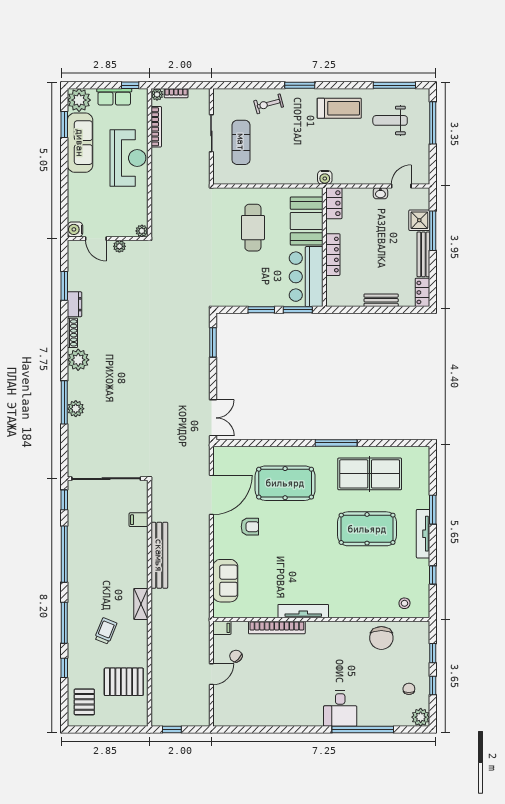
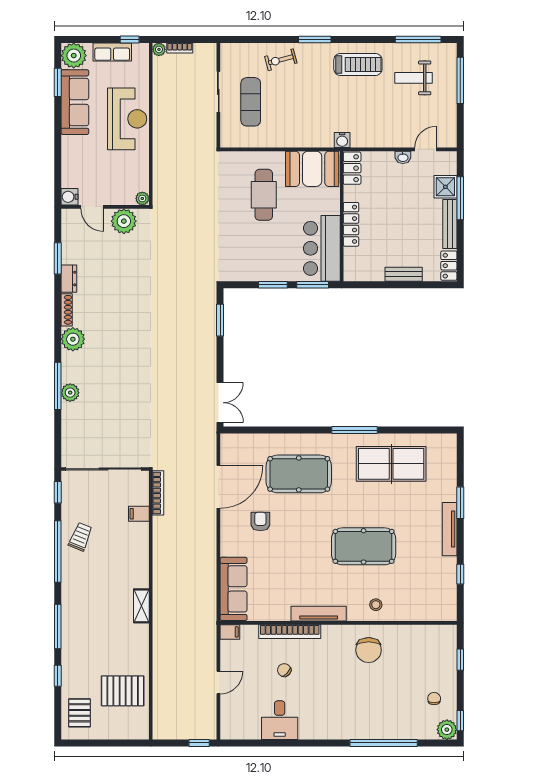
bookcase: (156, 127) -> (158, 493), moved
booth: (307, 221) -> (312, 169), moved, turned 90
plant: (119, 246) -> (124, 221), width x1.87, depth x1.87
armchair: (250, 527) -> (260, 521), turned -90
pool table: (367, 529) -> (364, 546), moved
bench: (159, 555) -> (161, 553), removed
sofa: (225, 581) -> (234, 589), width x1.36
stool: (404, 603) -> (376, 605), moved
trolley: (106, 631) -> (80, 537), moved
chair: (381, 638) -> (369, 650), moved
chair: (236, 656) -> (284, 670), moved
window: (433, 686) -> (460, 721), moved
desk: (340, 709) -> (280, 720), moved
window: (172, 729) -> (199, 743), moved

